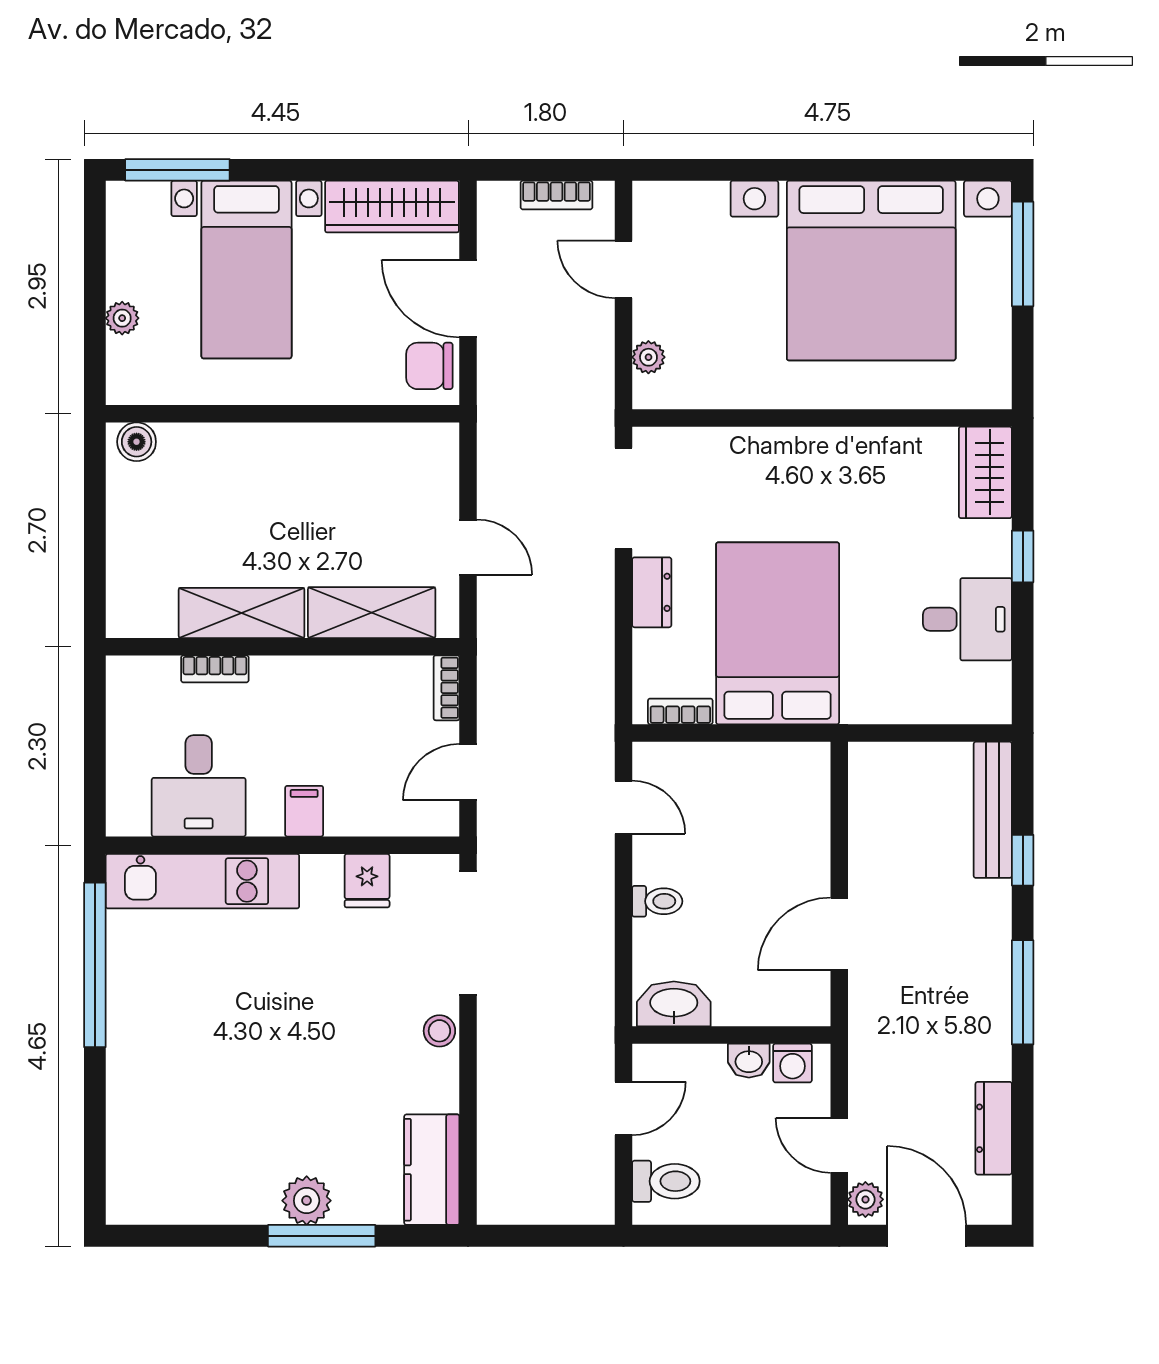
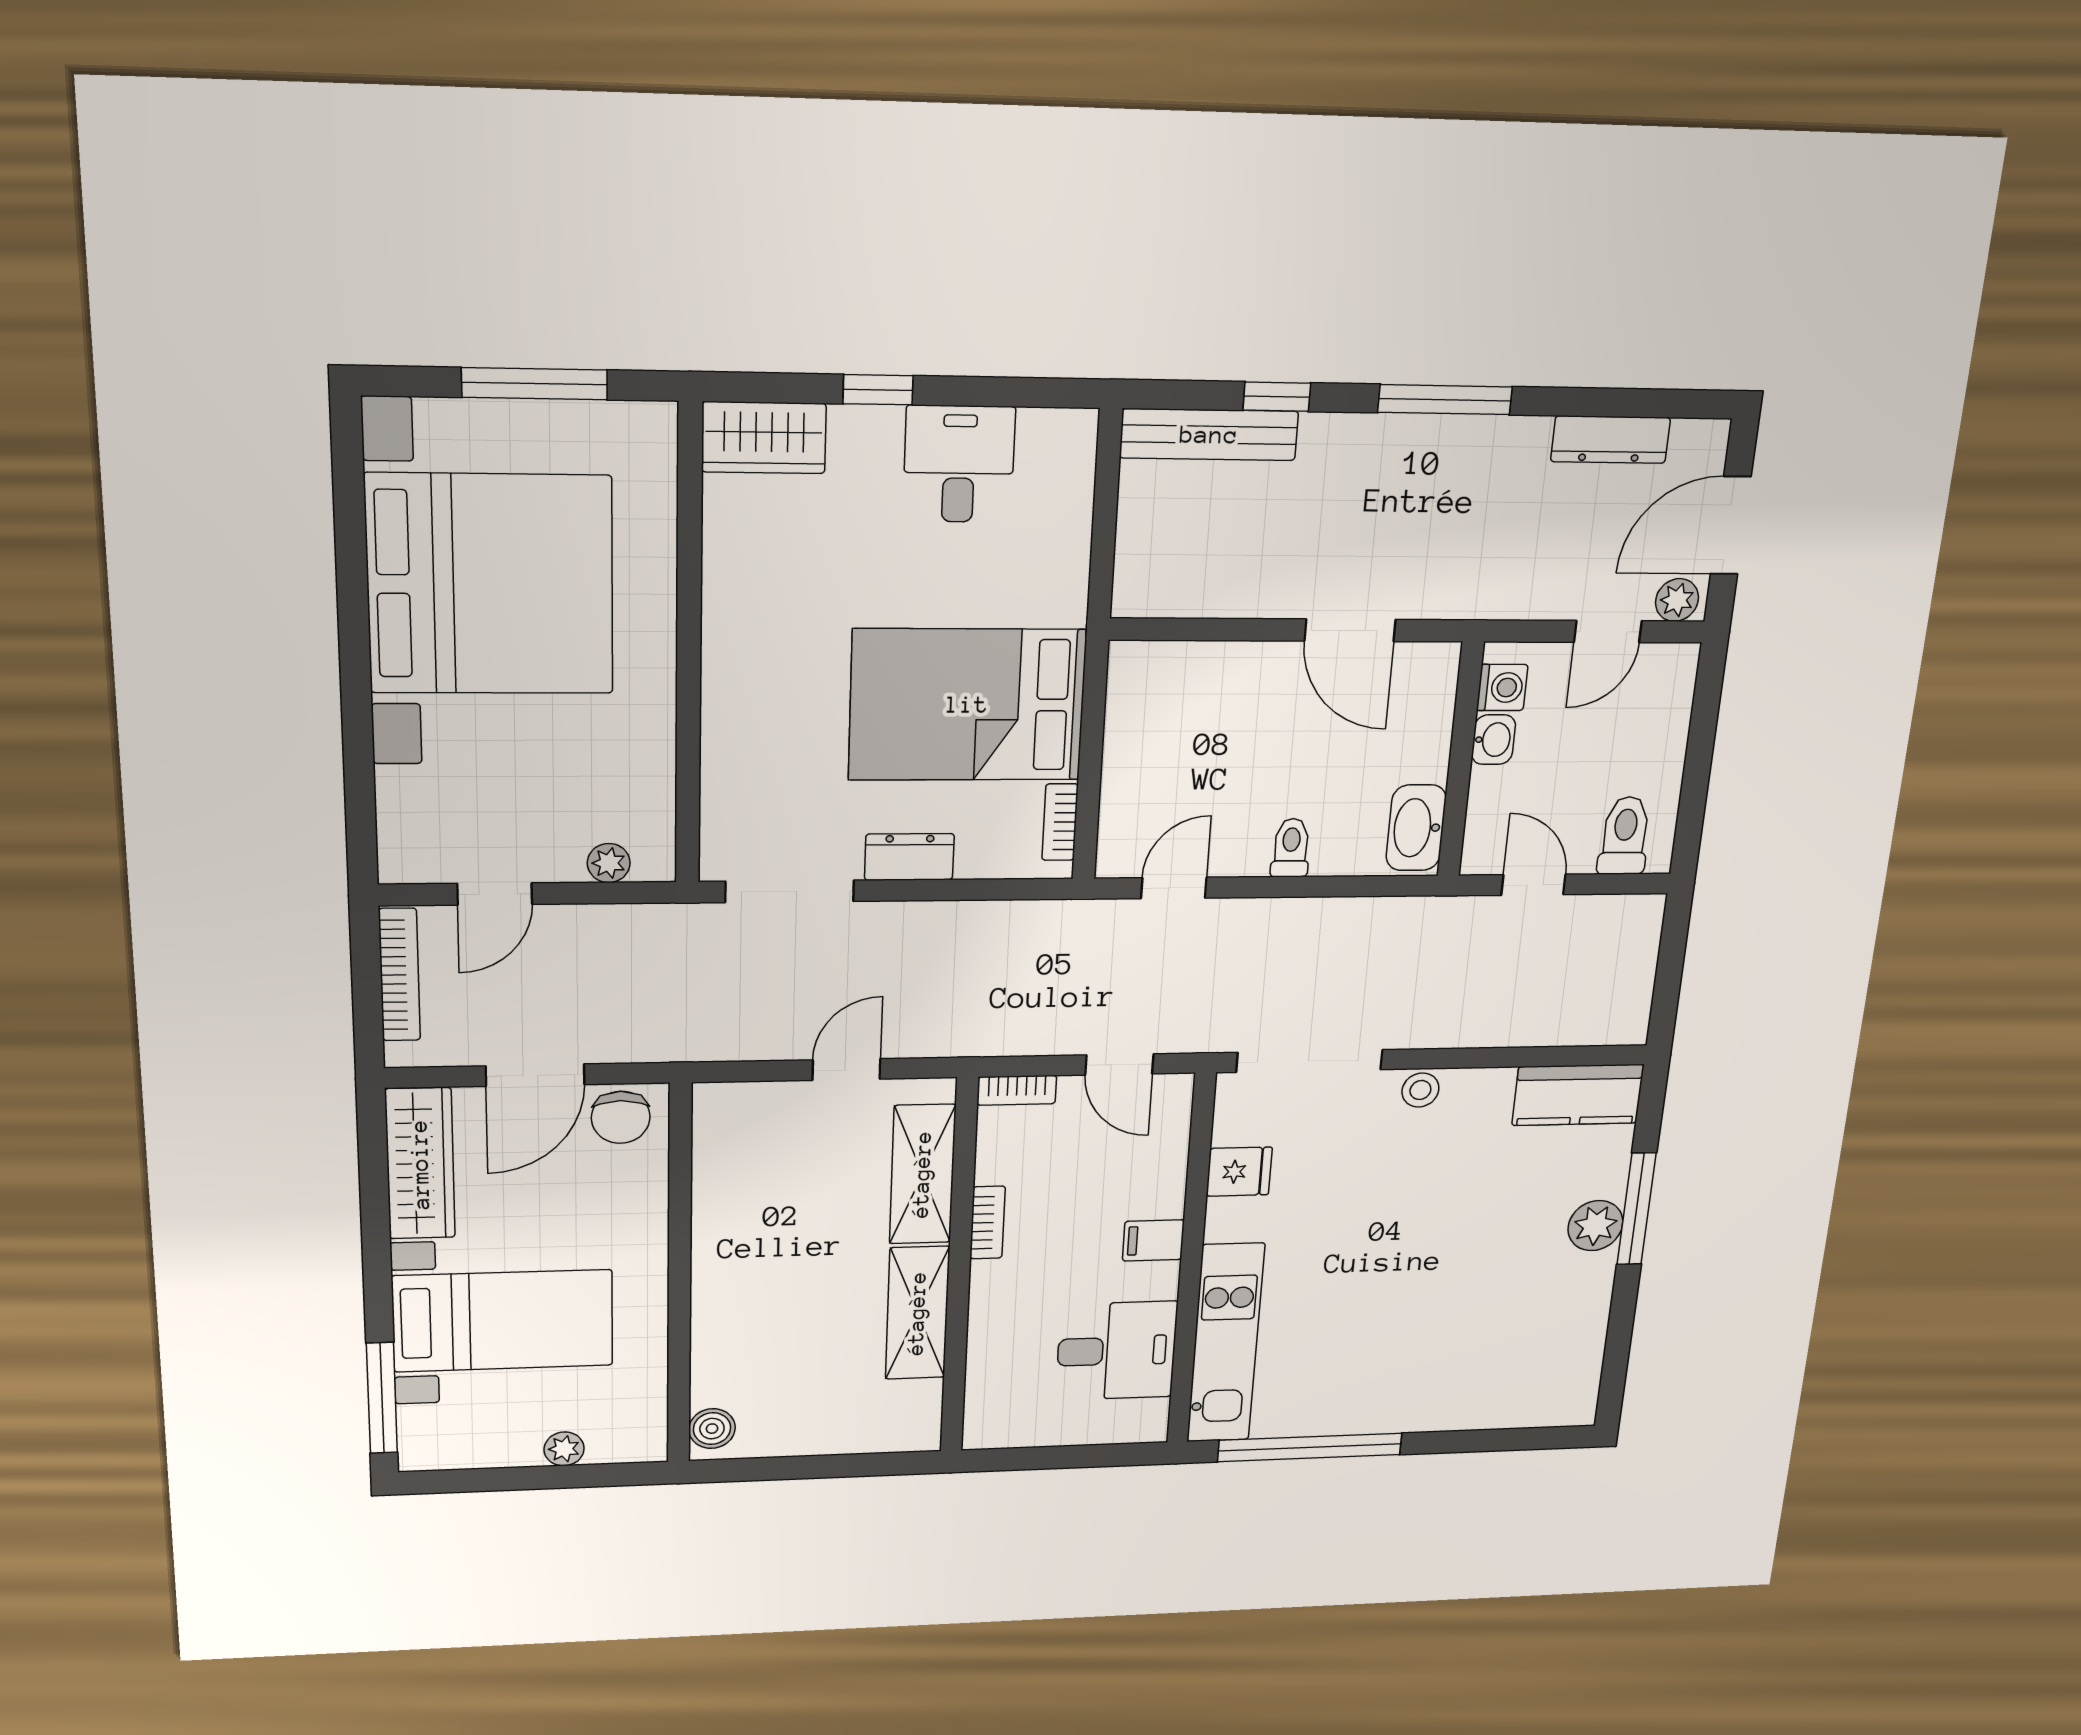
bookcase: (557, 195) -> (399, 975), width x1.56
window: (1023, 254) -> (535, 384), moved
bookcase: (215, 669) -> (988, 1222), moved

